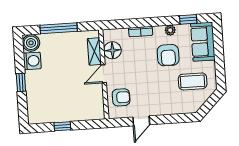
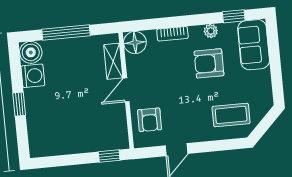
floor lamp: (112, 50) -> (135, 43), moved
armchair: (168, 55) -> (209, 63), turned 90
coffee table: (193, 81) -> (231, 115), moved
armchair: (121, 97) -> (150, 120), turned 90
window: (62, 126) -> (109, 156), moved

